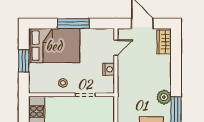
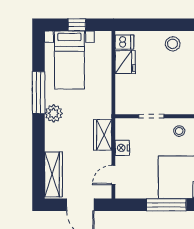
wardrobe: (164, 42) -> (53, 174), width x1.50
wardrobe: (125, 80) -> (103, 135), added

